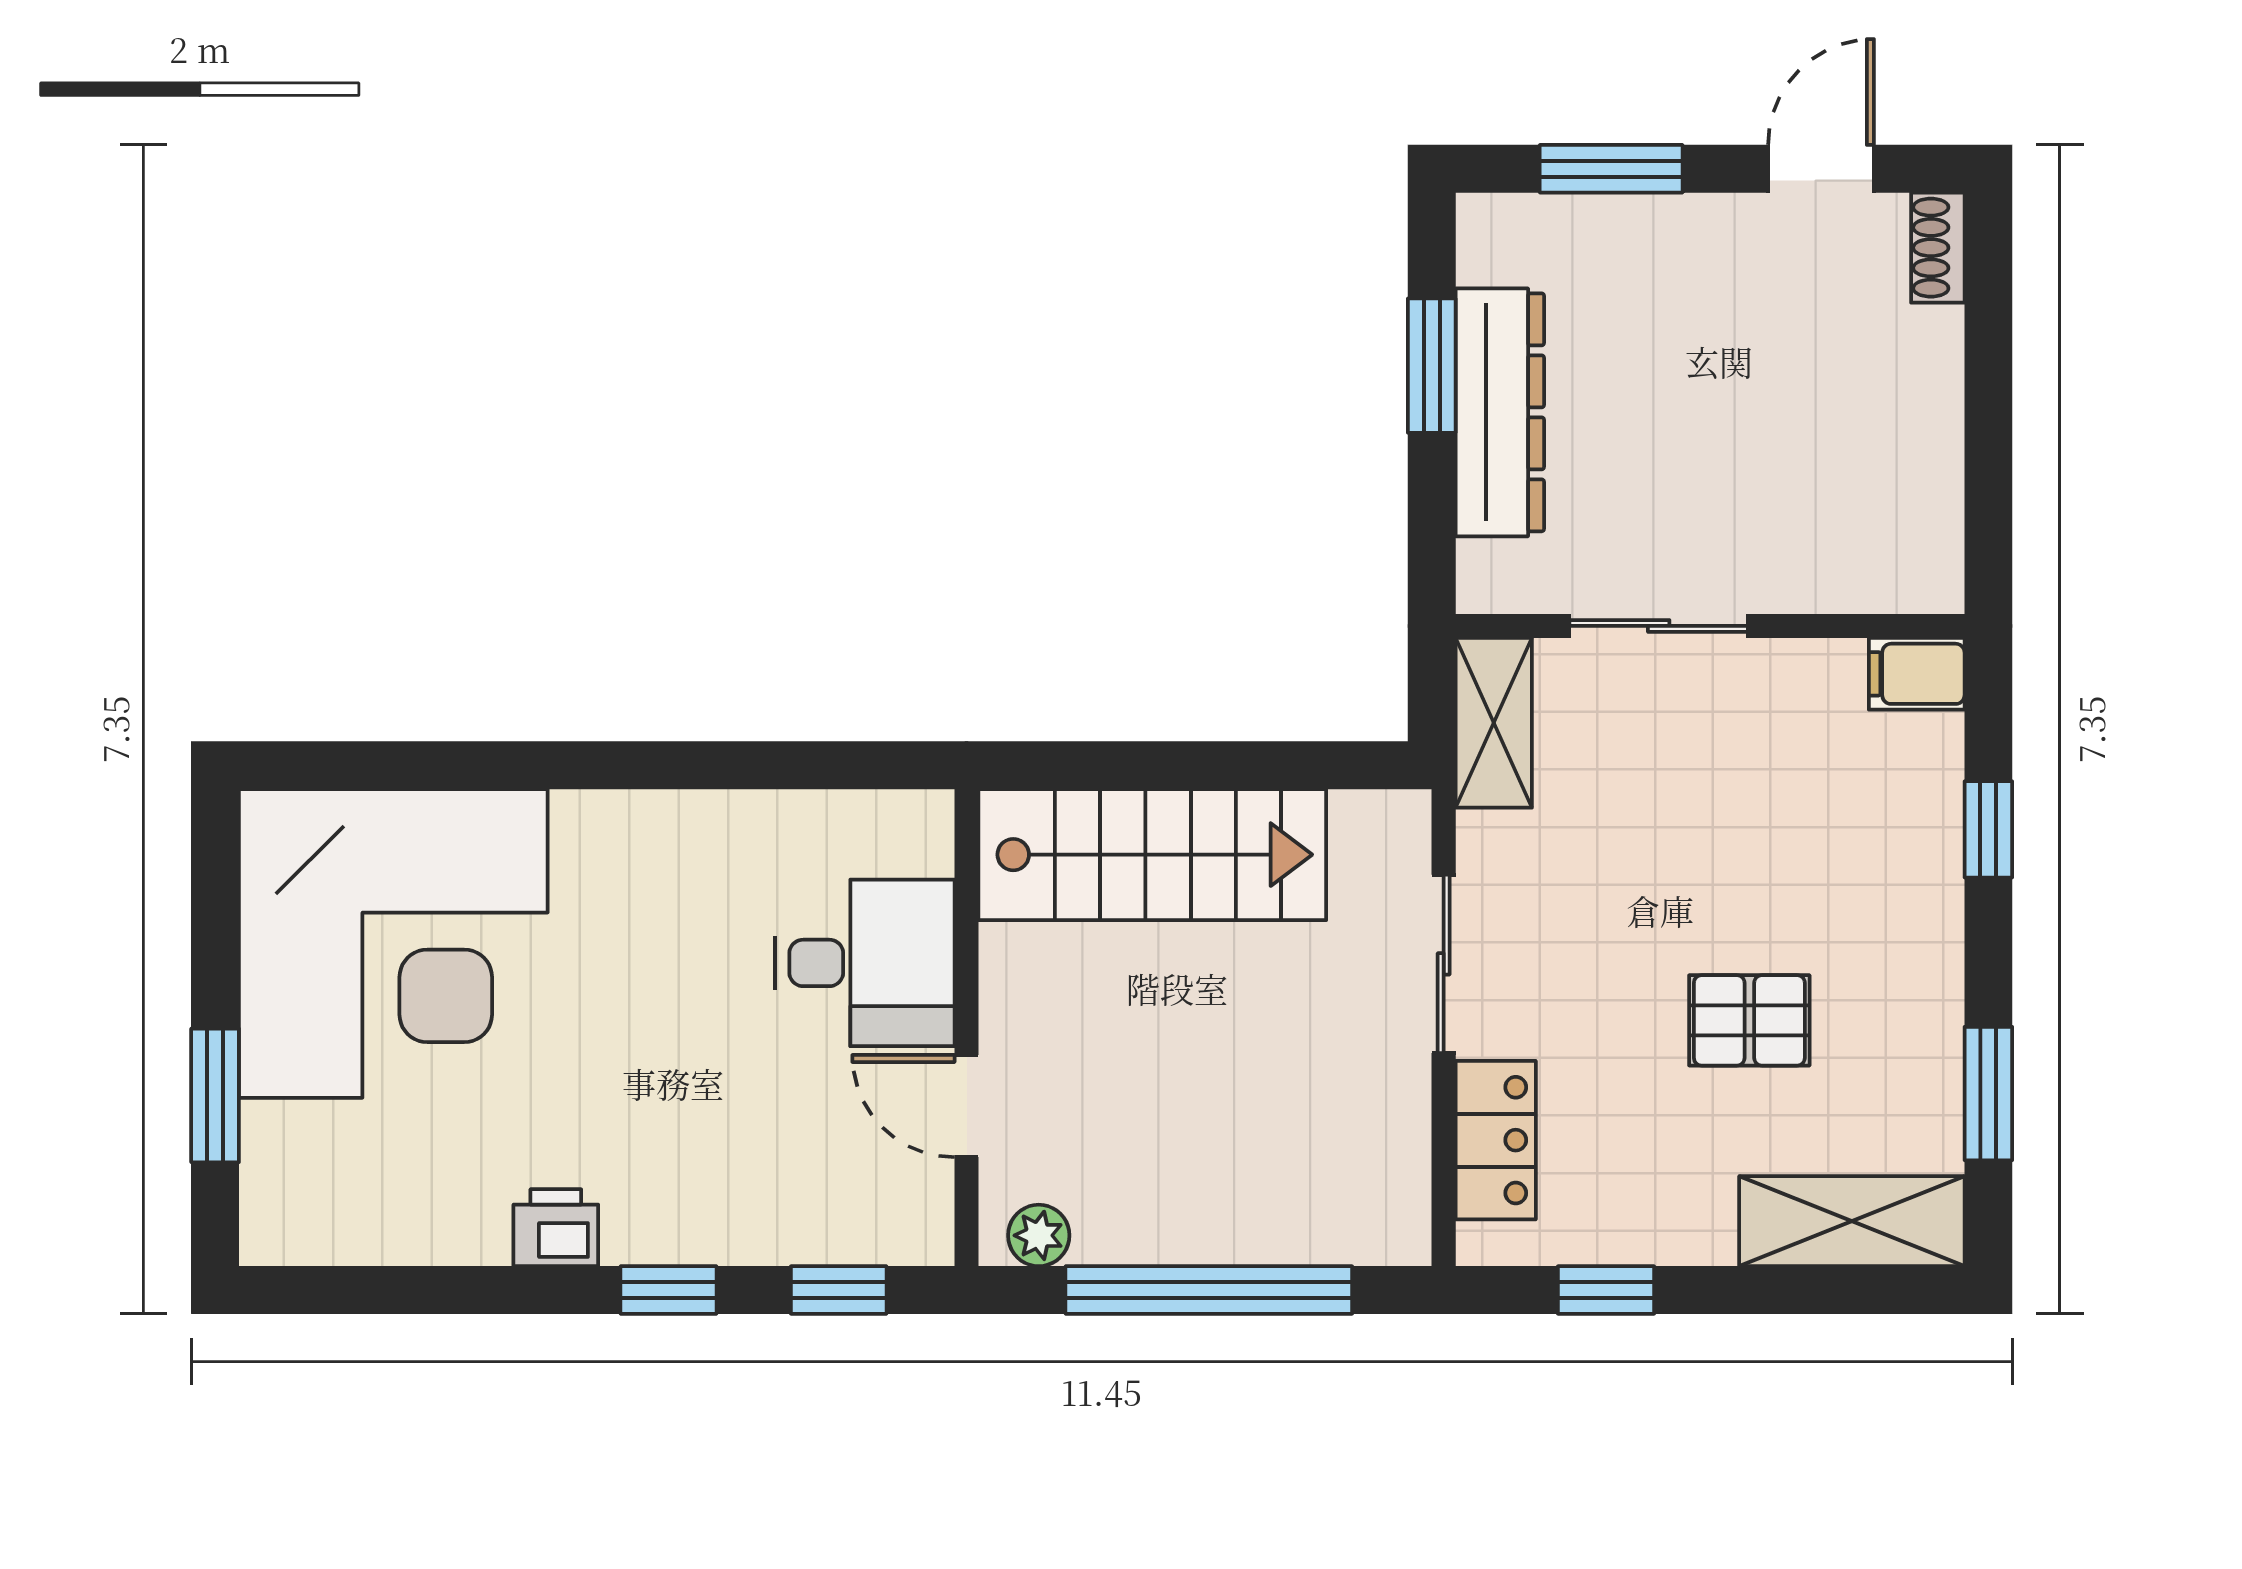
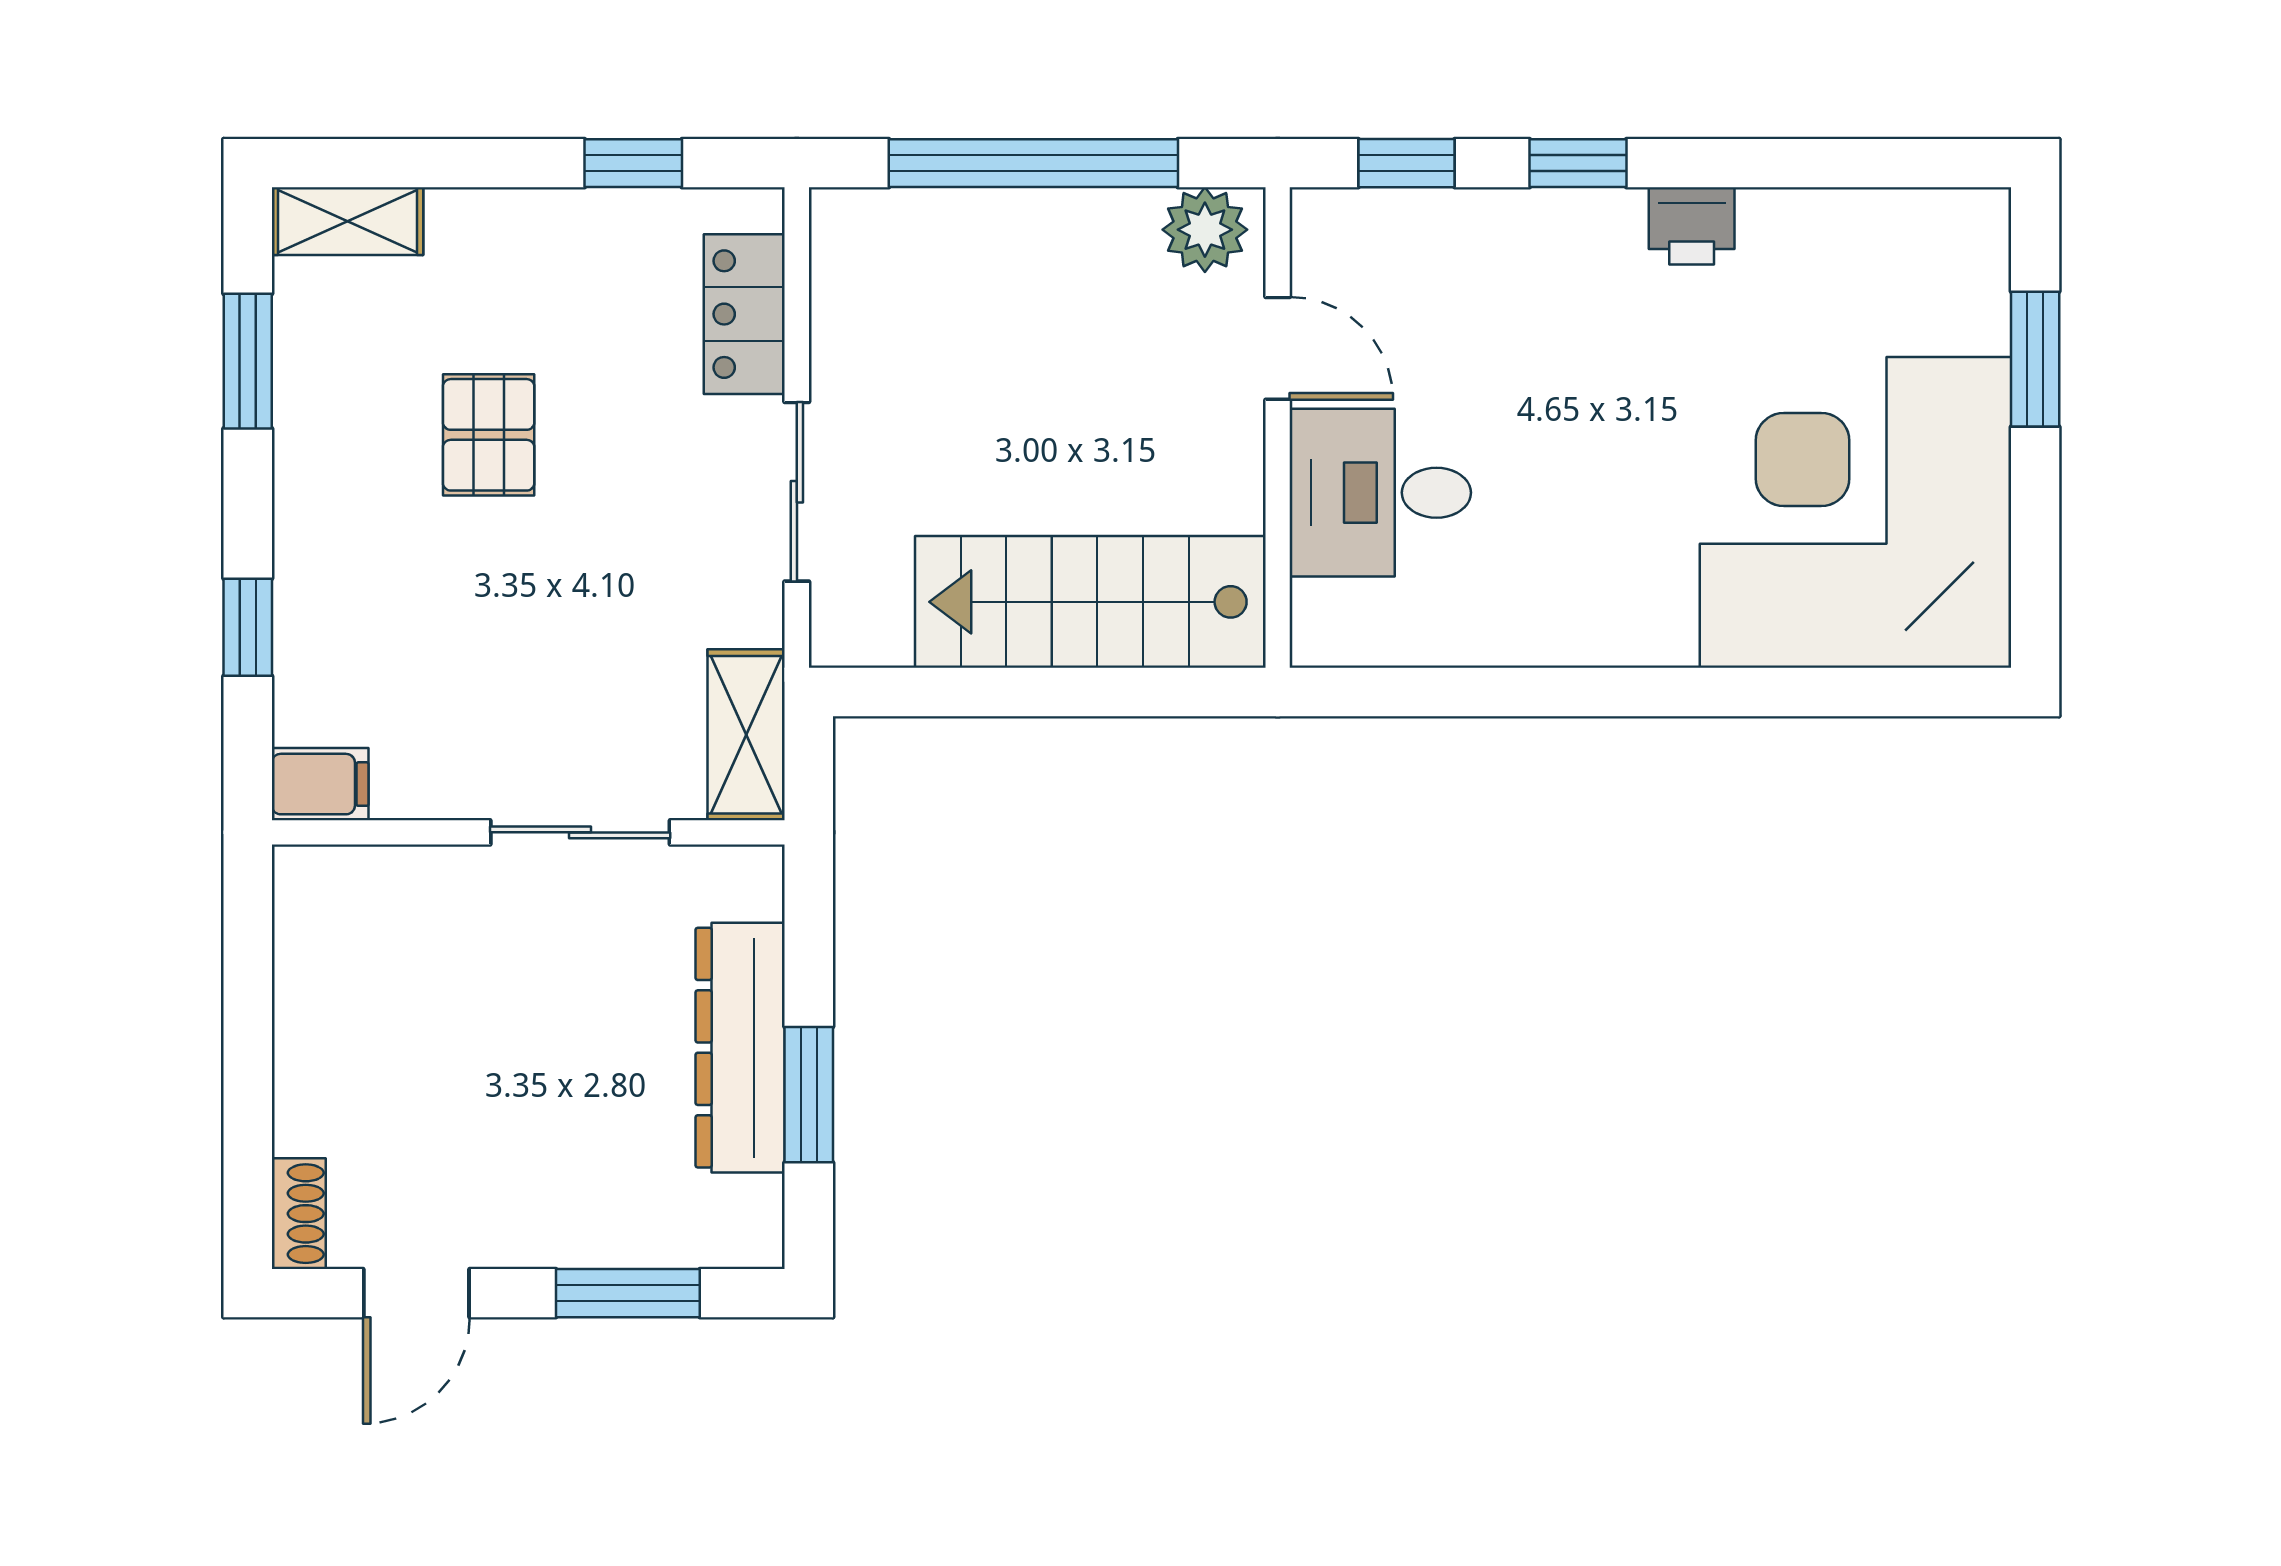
pallet: (1749, 1020) -> (489, 435), turned 90
shelving: (1852, 1221) -> (347, 221), width x0.67, depth x0.75
plant: (1039, 1235) -> (1205, 230), width x1.38, depth x1.38

